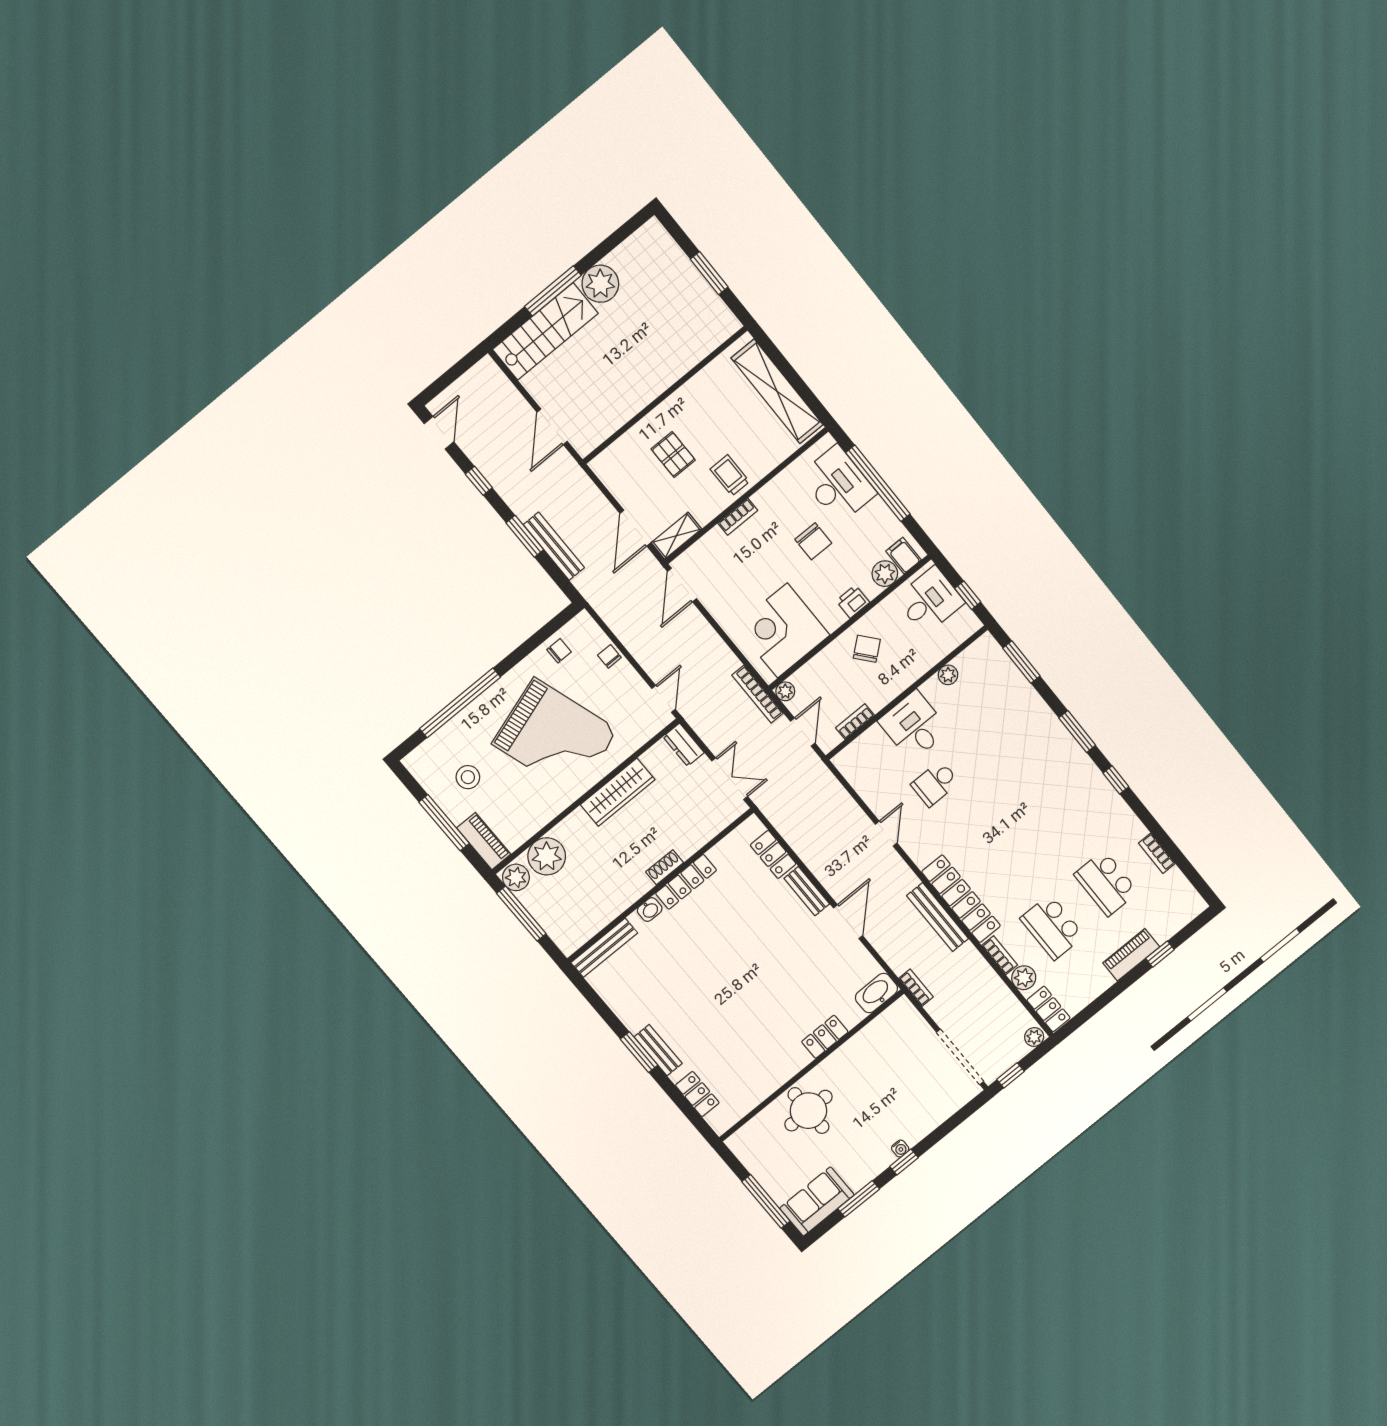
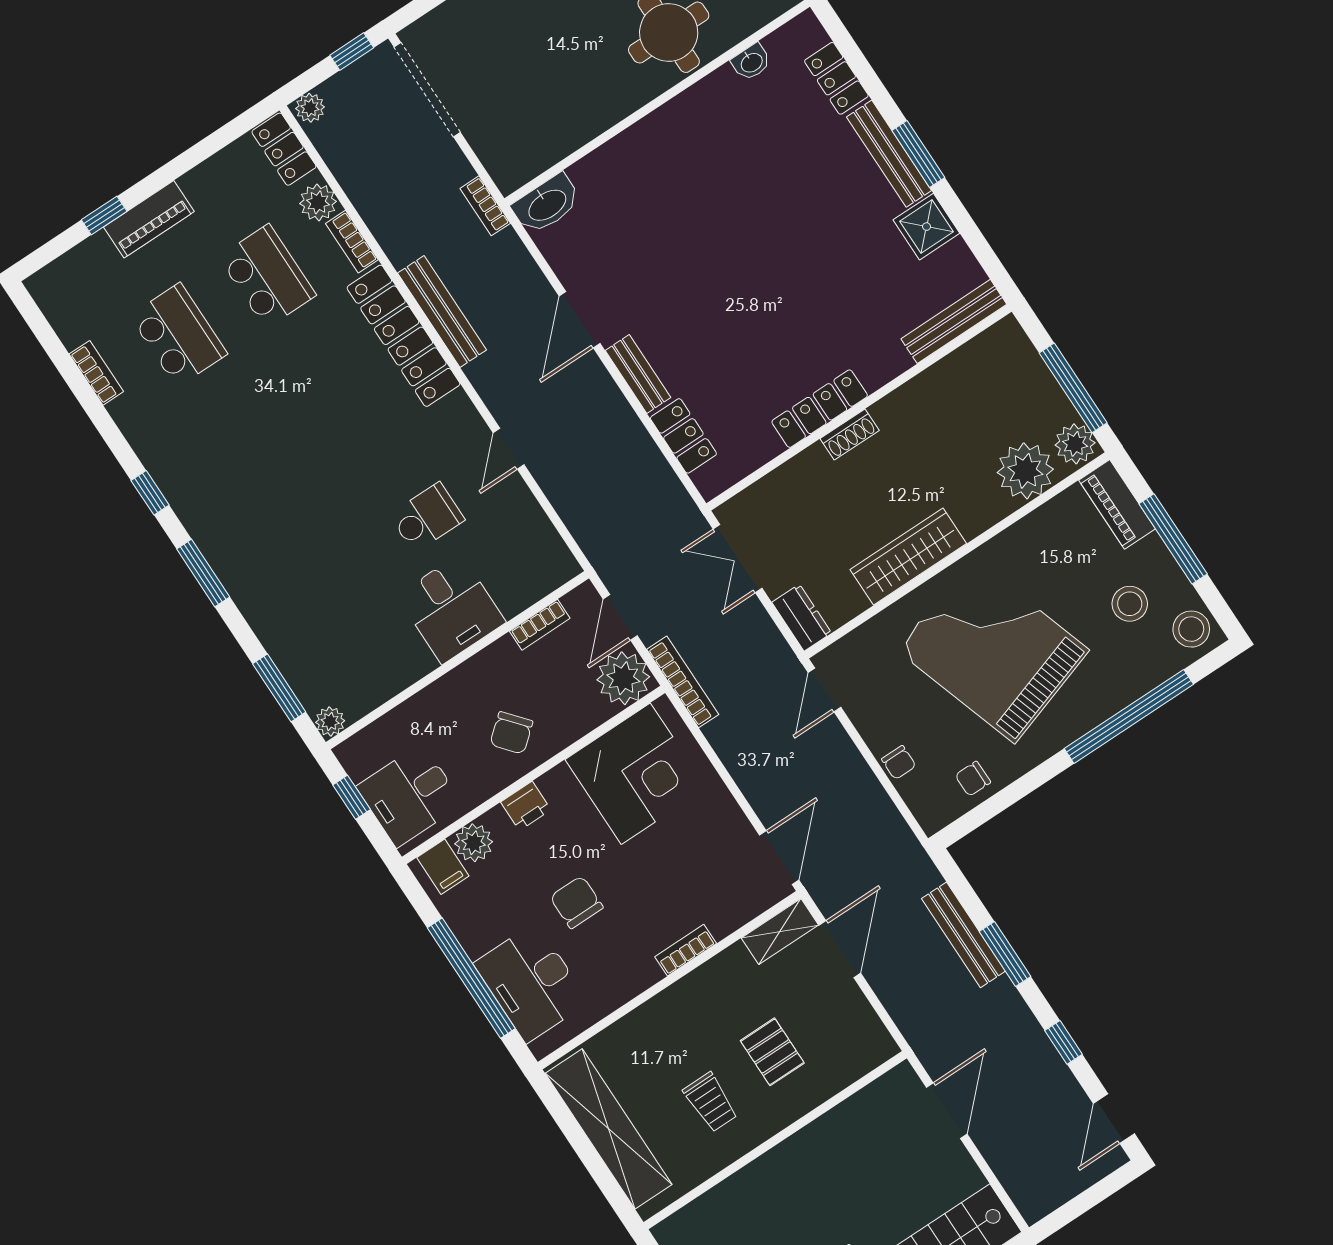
trolley: (730, 475) -> (711, 1102), moved
plant: (948, 675) -> (330, 722), moved
plant: (785, 691) -> (623, 678), width x1.87, depth x1.87
stool: (425, 765) -> (1191, 629), added
washbasin: (650, 910) -> (751, 62), moved, turned 180
shower: (629, 1006) -> (926, 227), added
locker: (825, 1037) -> (632, 145), removed
bench: (658, 1050) -> (889, 154), width x1.36

